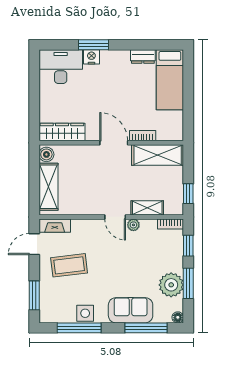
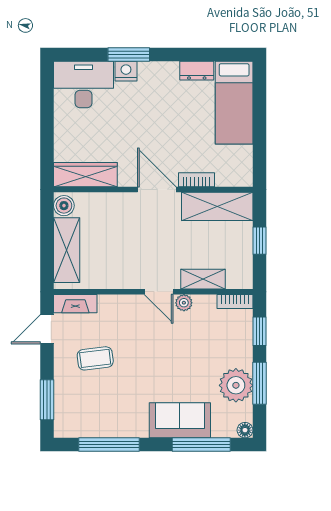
window: (188, 194) -> (259, 241), moved
coffee table: (69, 265) -> (95, 358), width x0.73, depth x0.77
side table: (85, 313) -> (117, 424), removed

